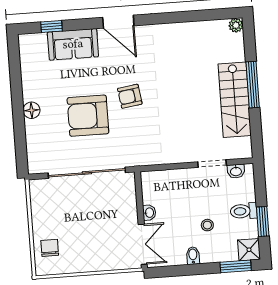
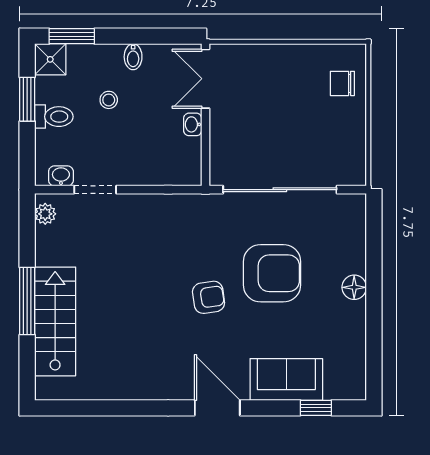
plant: (236, 25) -> (45, 214), moved
stairs: (235, 100) -> (55, 321), moved
chair: (50, 248) -> (342, 83), turned 90

